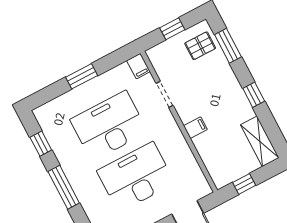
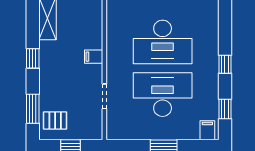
filing cabinet: (138, 66) -> (207, 130), moved
desk: (109, 126) -> (163, 95), turned 180
window: (64, 187) -> (225, 64), width x0.46

